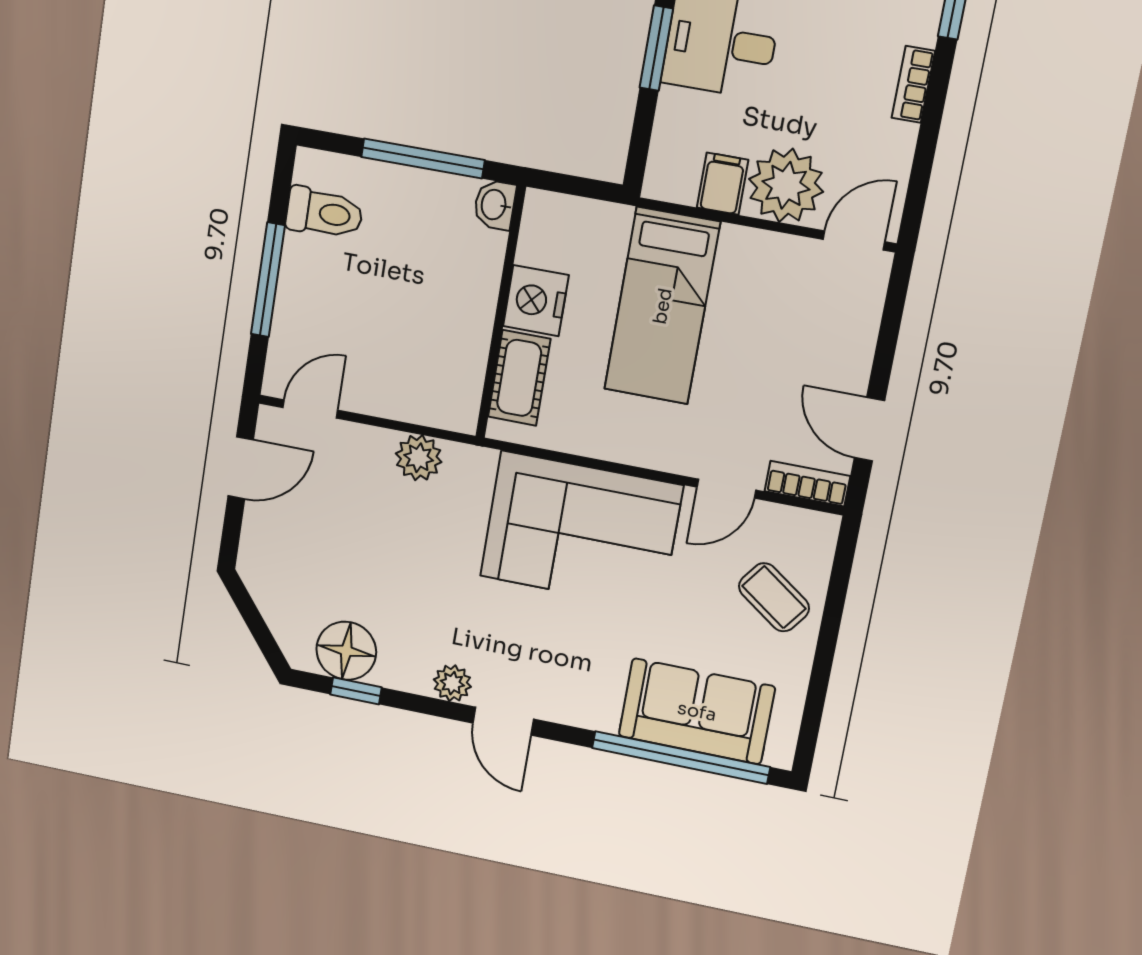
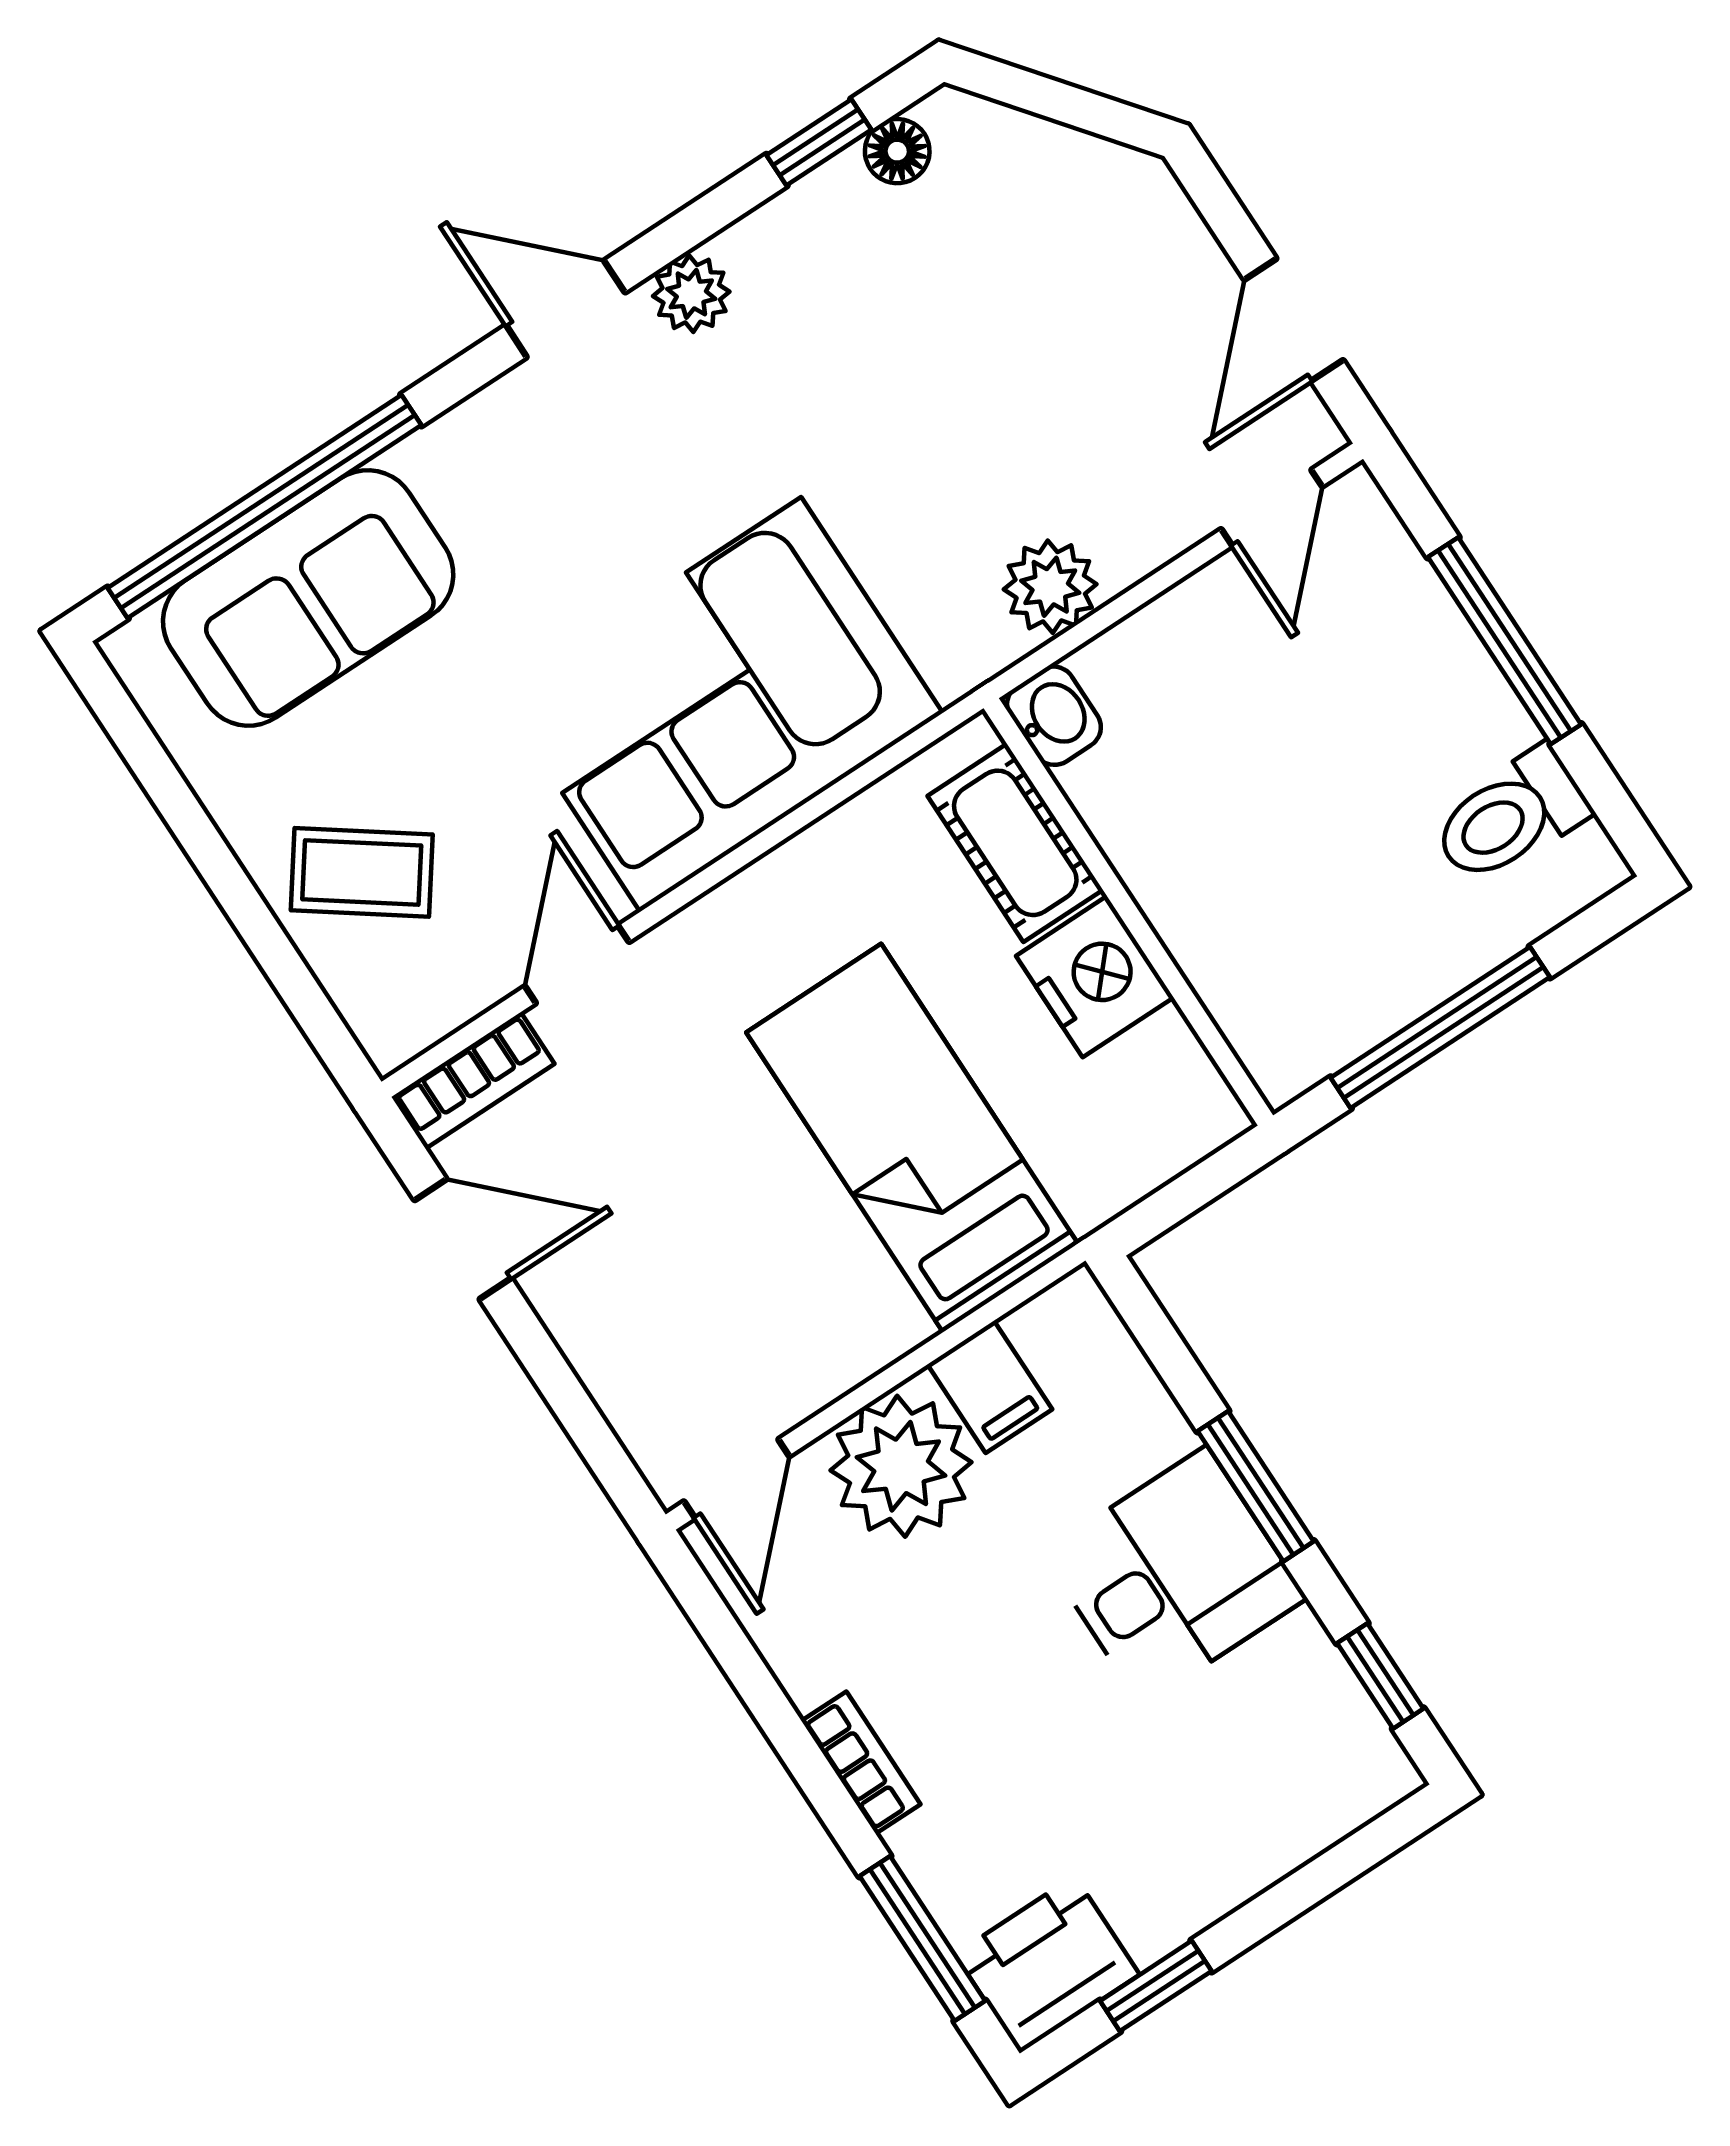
washbasin: (495, 205) -> (1054, 716), moved
floor lamp: (346, 651) -> (897, 151), width x0.53, depth x0.53

